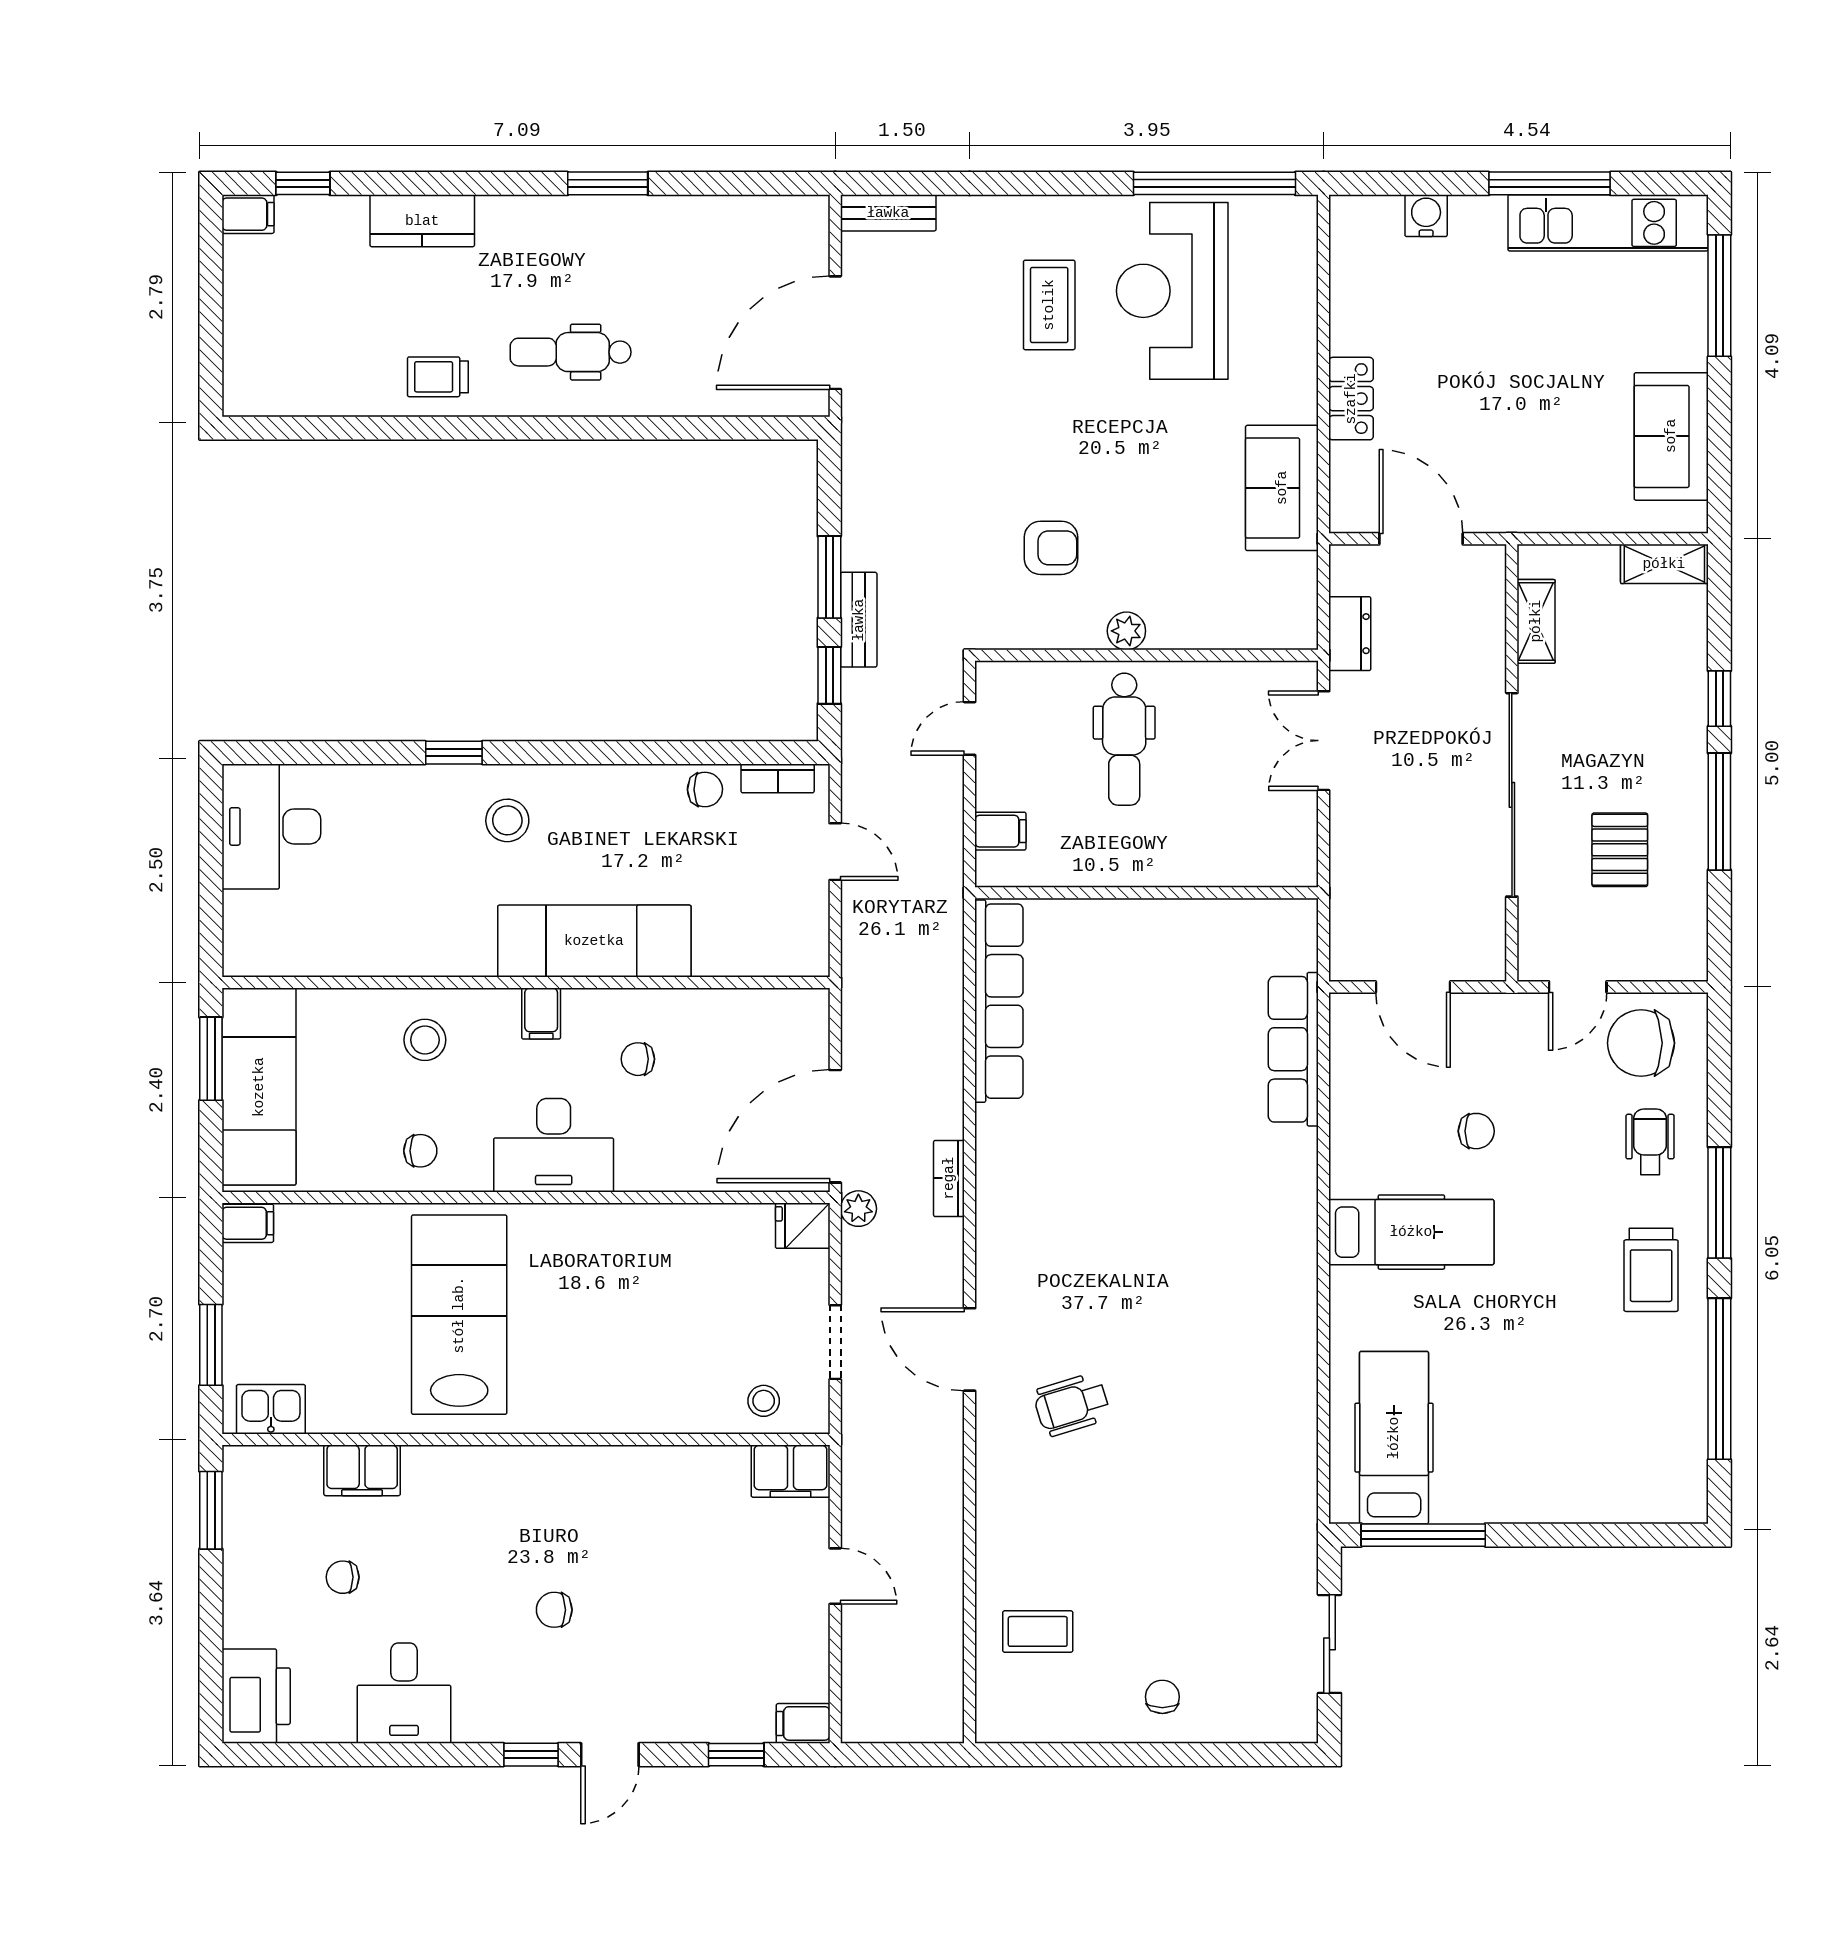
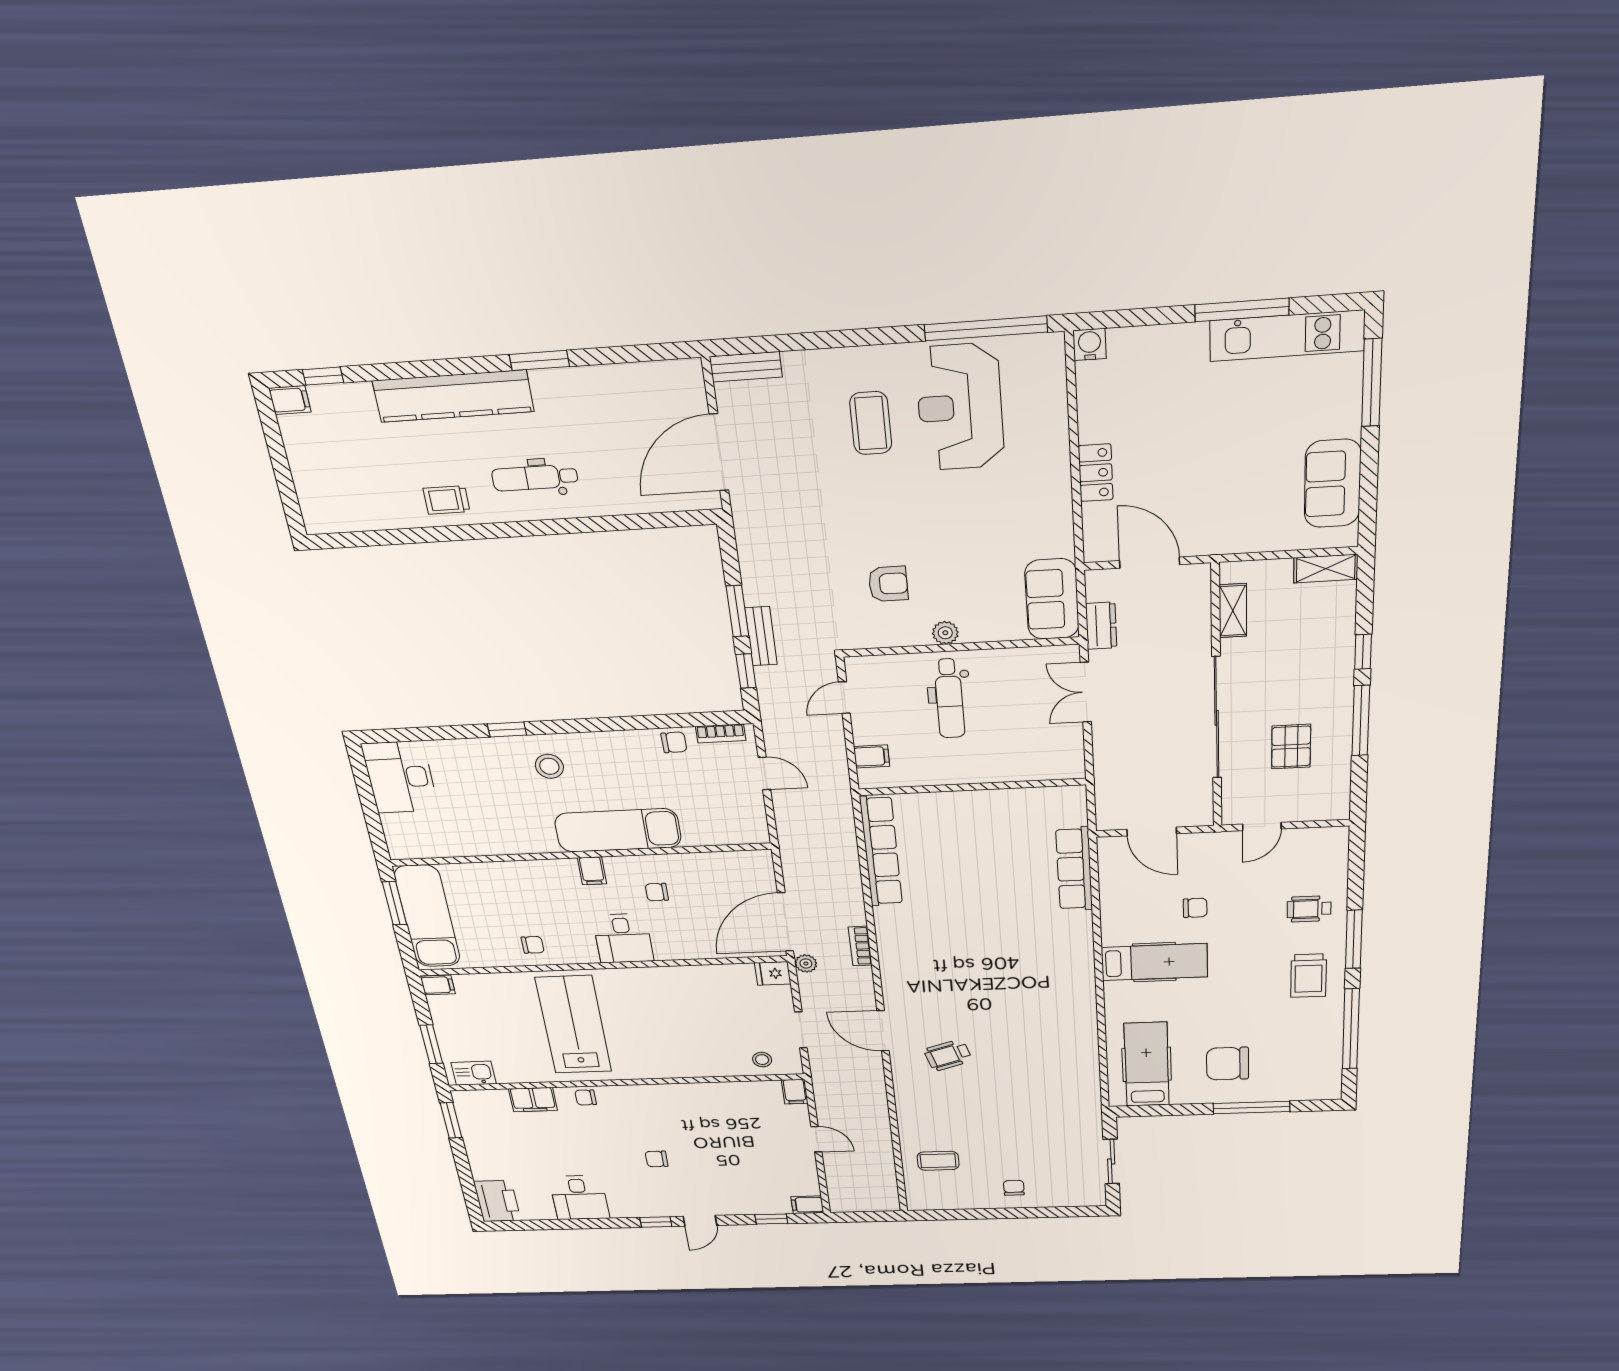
water cooler: (1426, 216) -> (1090, 344), moved
kitchen counter: (422, 221) -> (453, 396), width x2.08, depth x1.17
sofa: (1282, 488) -> (1052, 599), moved
stool: (425, 1040) -> (523, 888), removed
chair: (1641, 1043) -> (1228, 1064), moved
wheelchair: (1650, 1142) -> (1309, 909), turned -90
desk: (554, 1145) -> (623, 938), width x0.73
filing cabinet: (791, 1471) -> (795, 1092), width x0.50
window: (1423, 1535) -> (1251, 1107), moved
chair: (343, 1577) -> (586, 1097), moved

